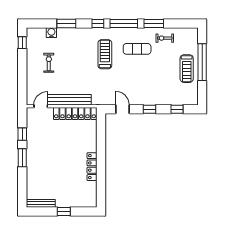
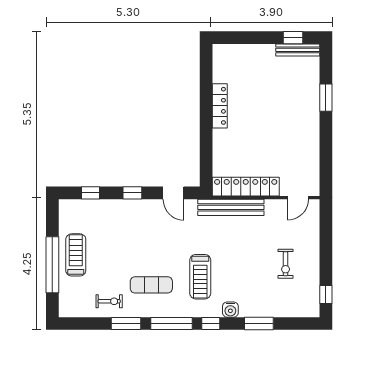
water cooler: (51, 33) -> (230, 310), moved
bench: (69, 100) -> (231, 207), moved
window: (22, 134) -> (326, 155), removed
window: (22, 158) -> (326, 98), moved
window: (64, 211) -> (293, 38), moved

